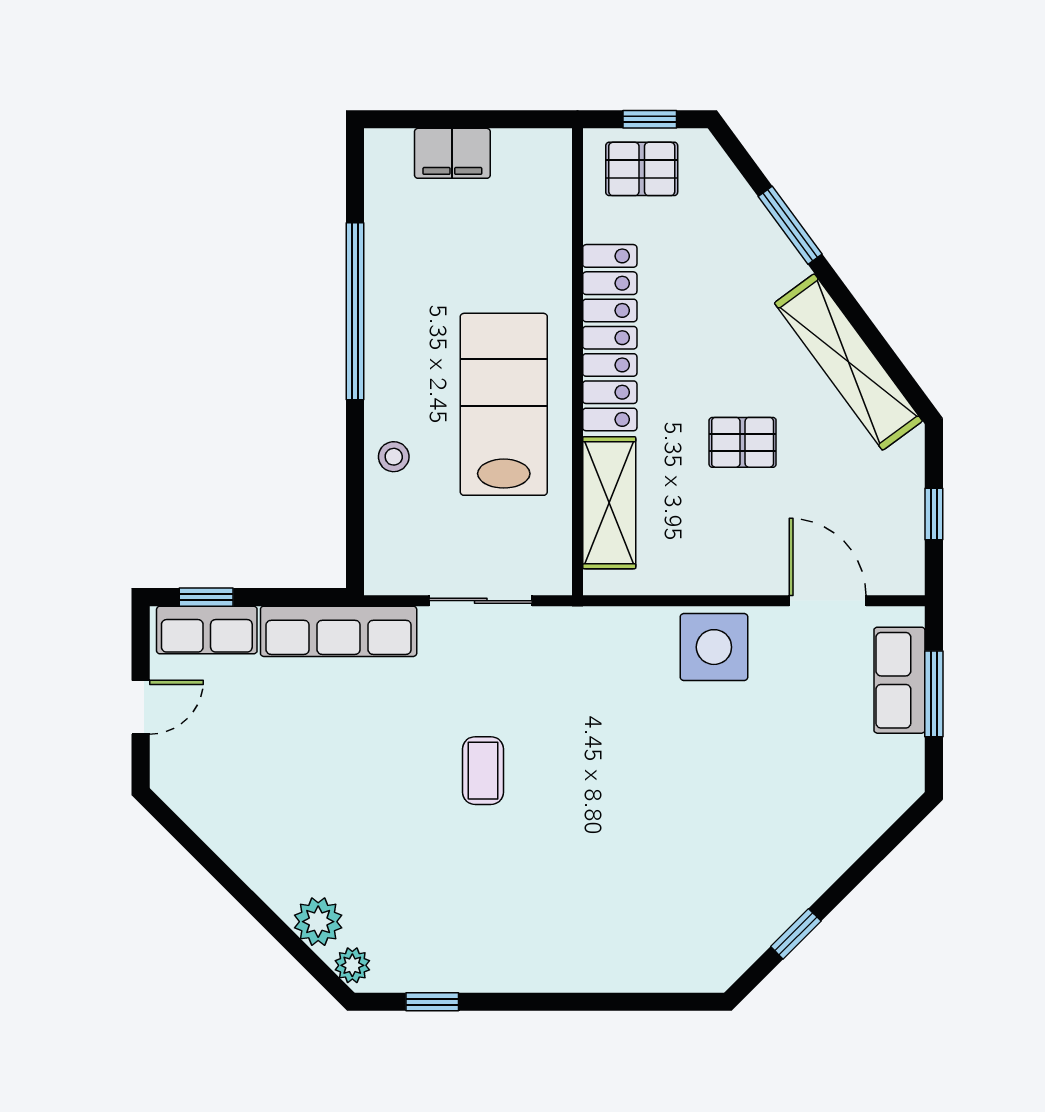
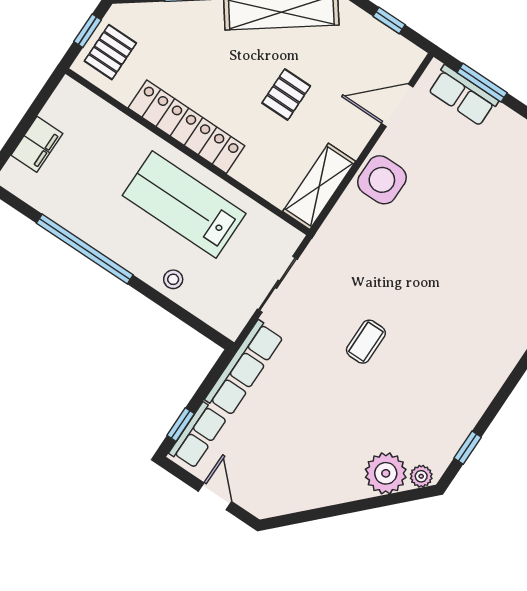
shelving: (609, 503) -> (319, 186), moved, turned 90
coffee table: (483, 771) -> (366, 342), turned 90
plant: (318, 922) -> (386, 473), width x1.36, depth x1.36

